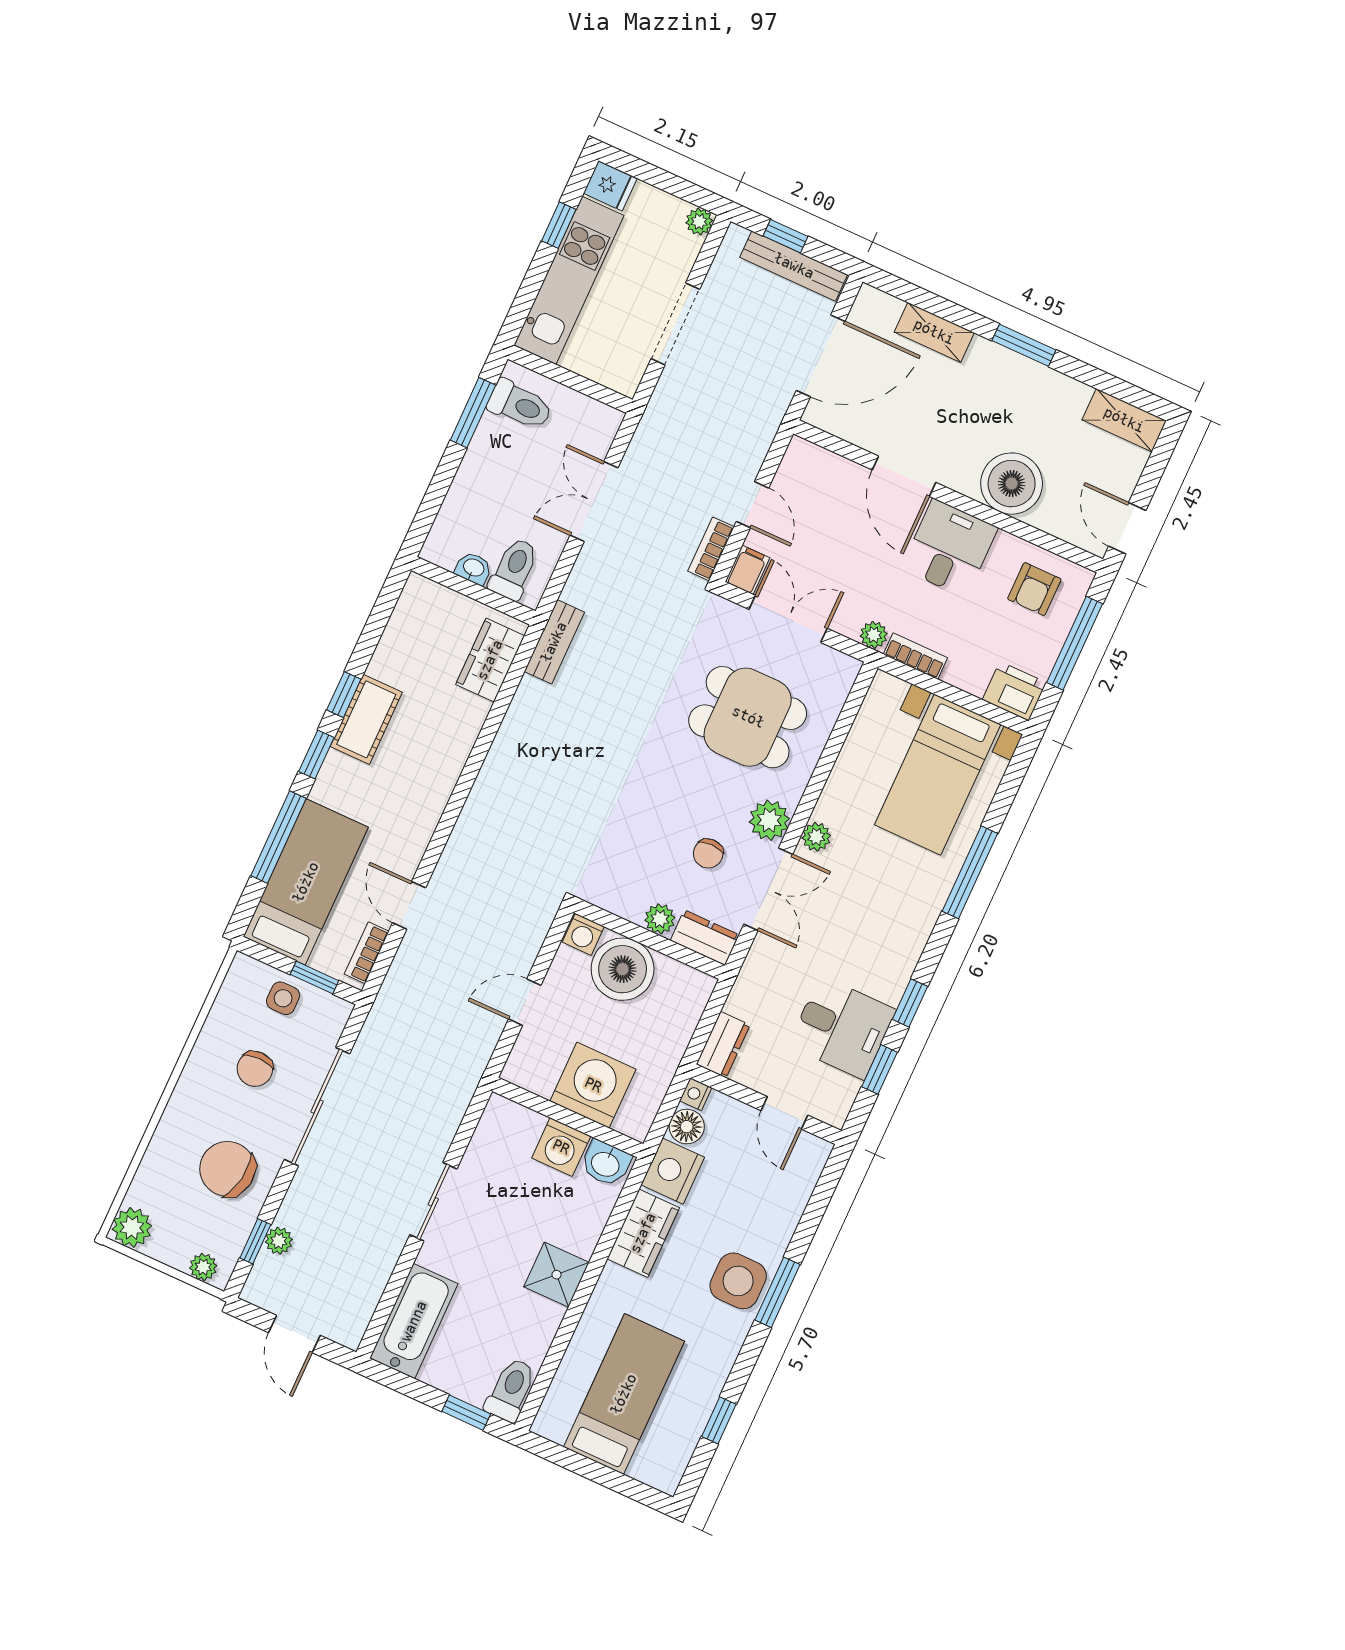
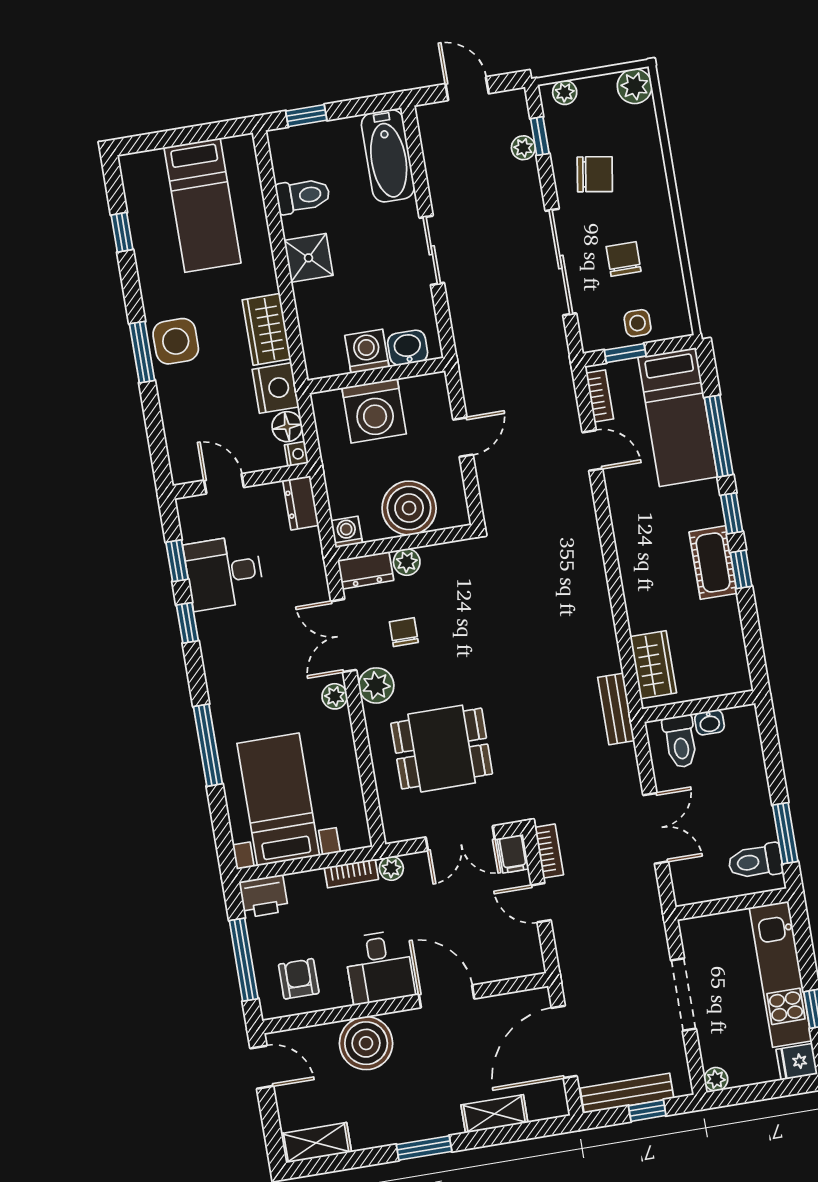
washing machine: (583, 934) -> (347, 532), moved
washbasin: (606, 1163) -> (408, 348), moved
chair: (227, 1169) -> (595, 174), width x0.73, depth x0.73
toilet: (511, 1390) -> (303, 196), moved, turned -90

